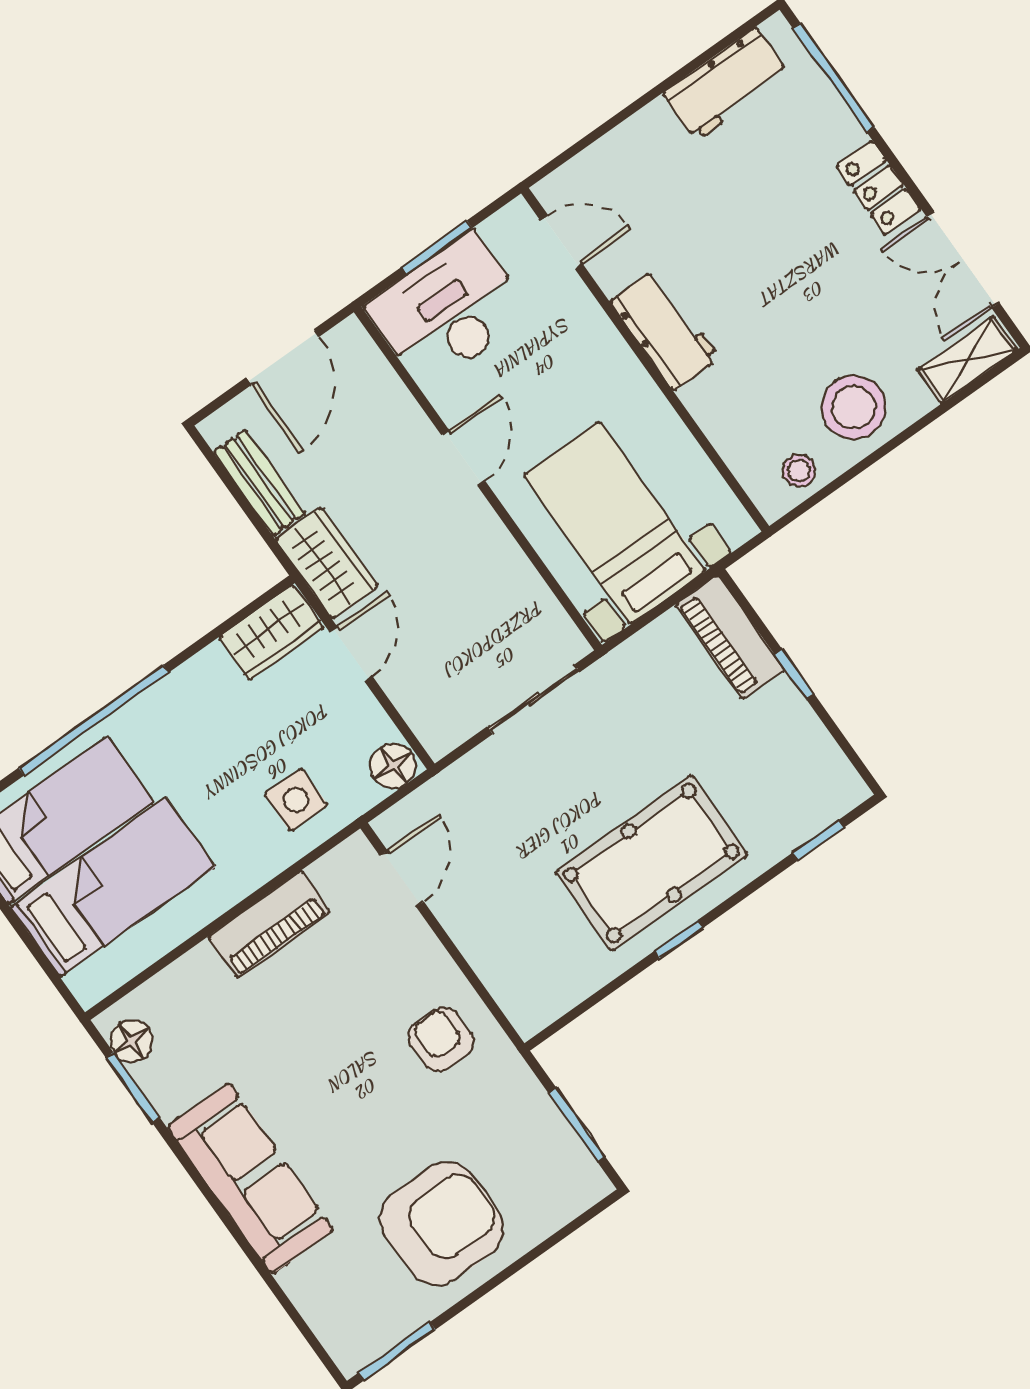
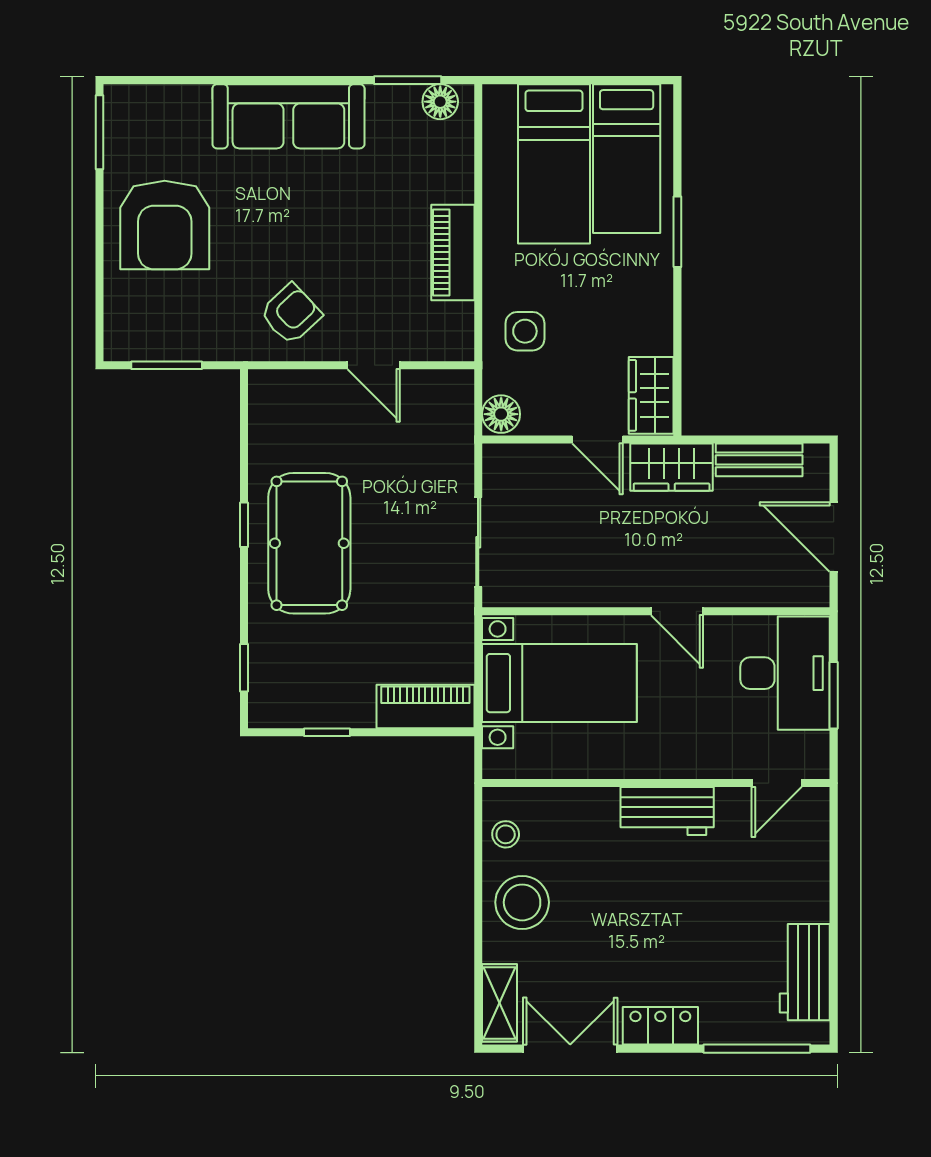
window: (794, 674) -> (327, 732), moved
window: (94, 720) -> (677, 232), width x0.47
door: (402, 879) -> (374, 365), moved
armchair: (441, 1040) -> (291, 314), turned -43

